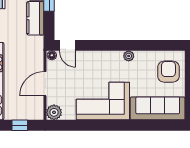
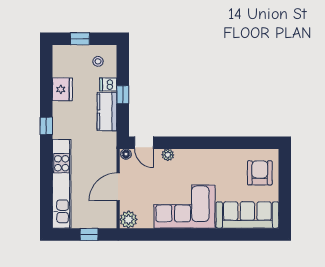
plant: (129, 56) -> (168, 155), moved

